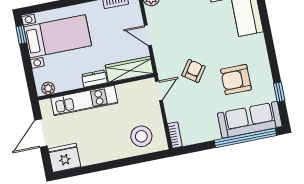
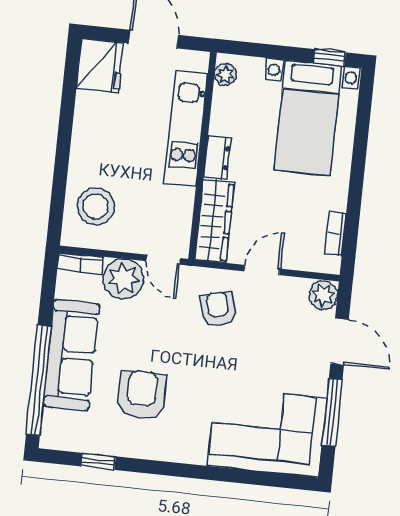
armchair: (194, 71) -> (218, 309), moved, turned -139
plant: (176, 109) -> (123, 279), added
sofa: (250, 120) -> (71, 355), moved

